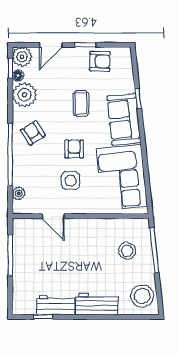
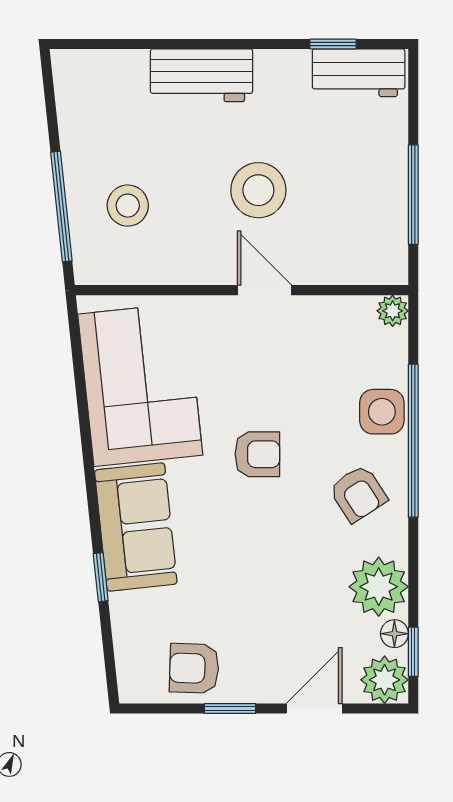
coffee table: (81, 103) -> (240, 566), removed
armchair: (74, 149) -> (257, 454), turned -90
side table: (71, 181) -> (382, 412), moved
plant: (19, 193) -> (393, 311), moved
door: (53, 216) -> (264, 290), moved
stool: (142, 296) -> (258, 190), moved
workbench: (56, 305) -> (359, 73), moved

